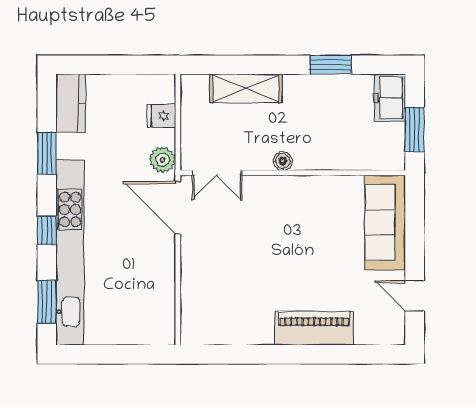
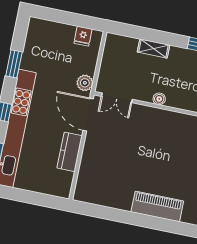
shelving: (246, 88) -> (154, 48), width x0.67, depth x0.75
kitchen counter: (71, 103) -> (70, 152), moved, turned 180
fridge: (161, 116) -> (83, 36), moved, turned -90

